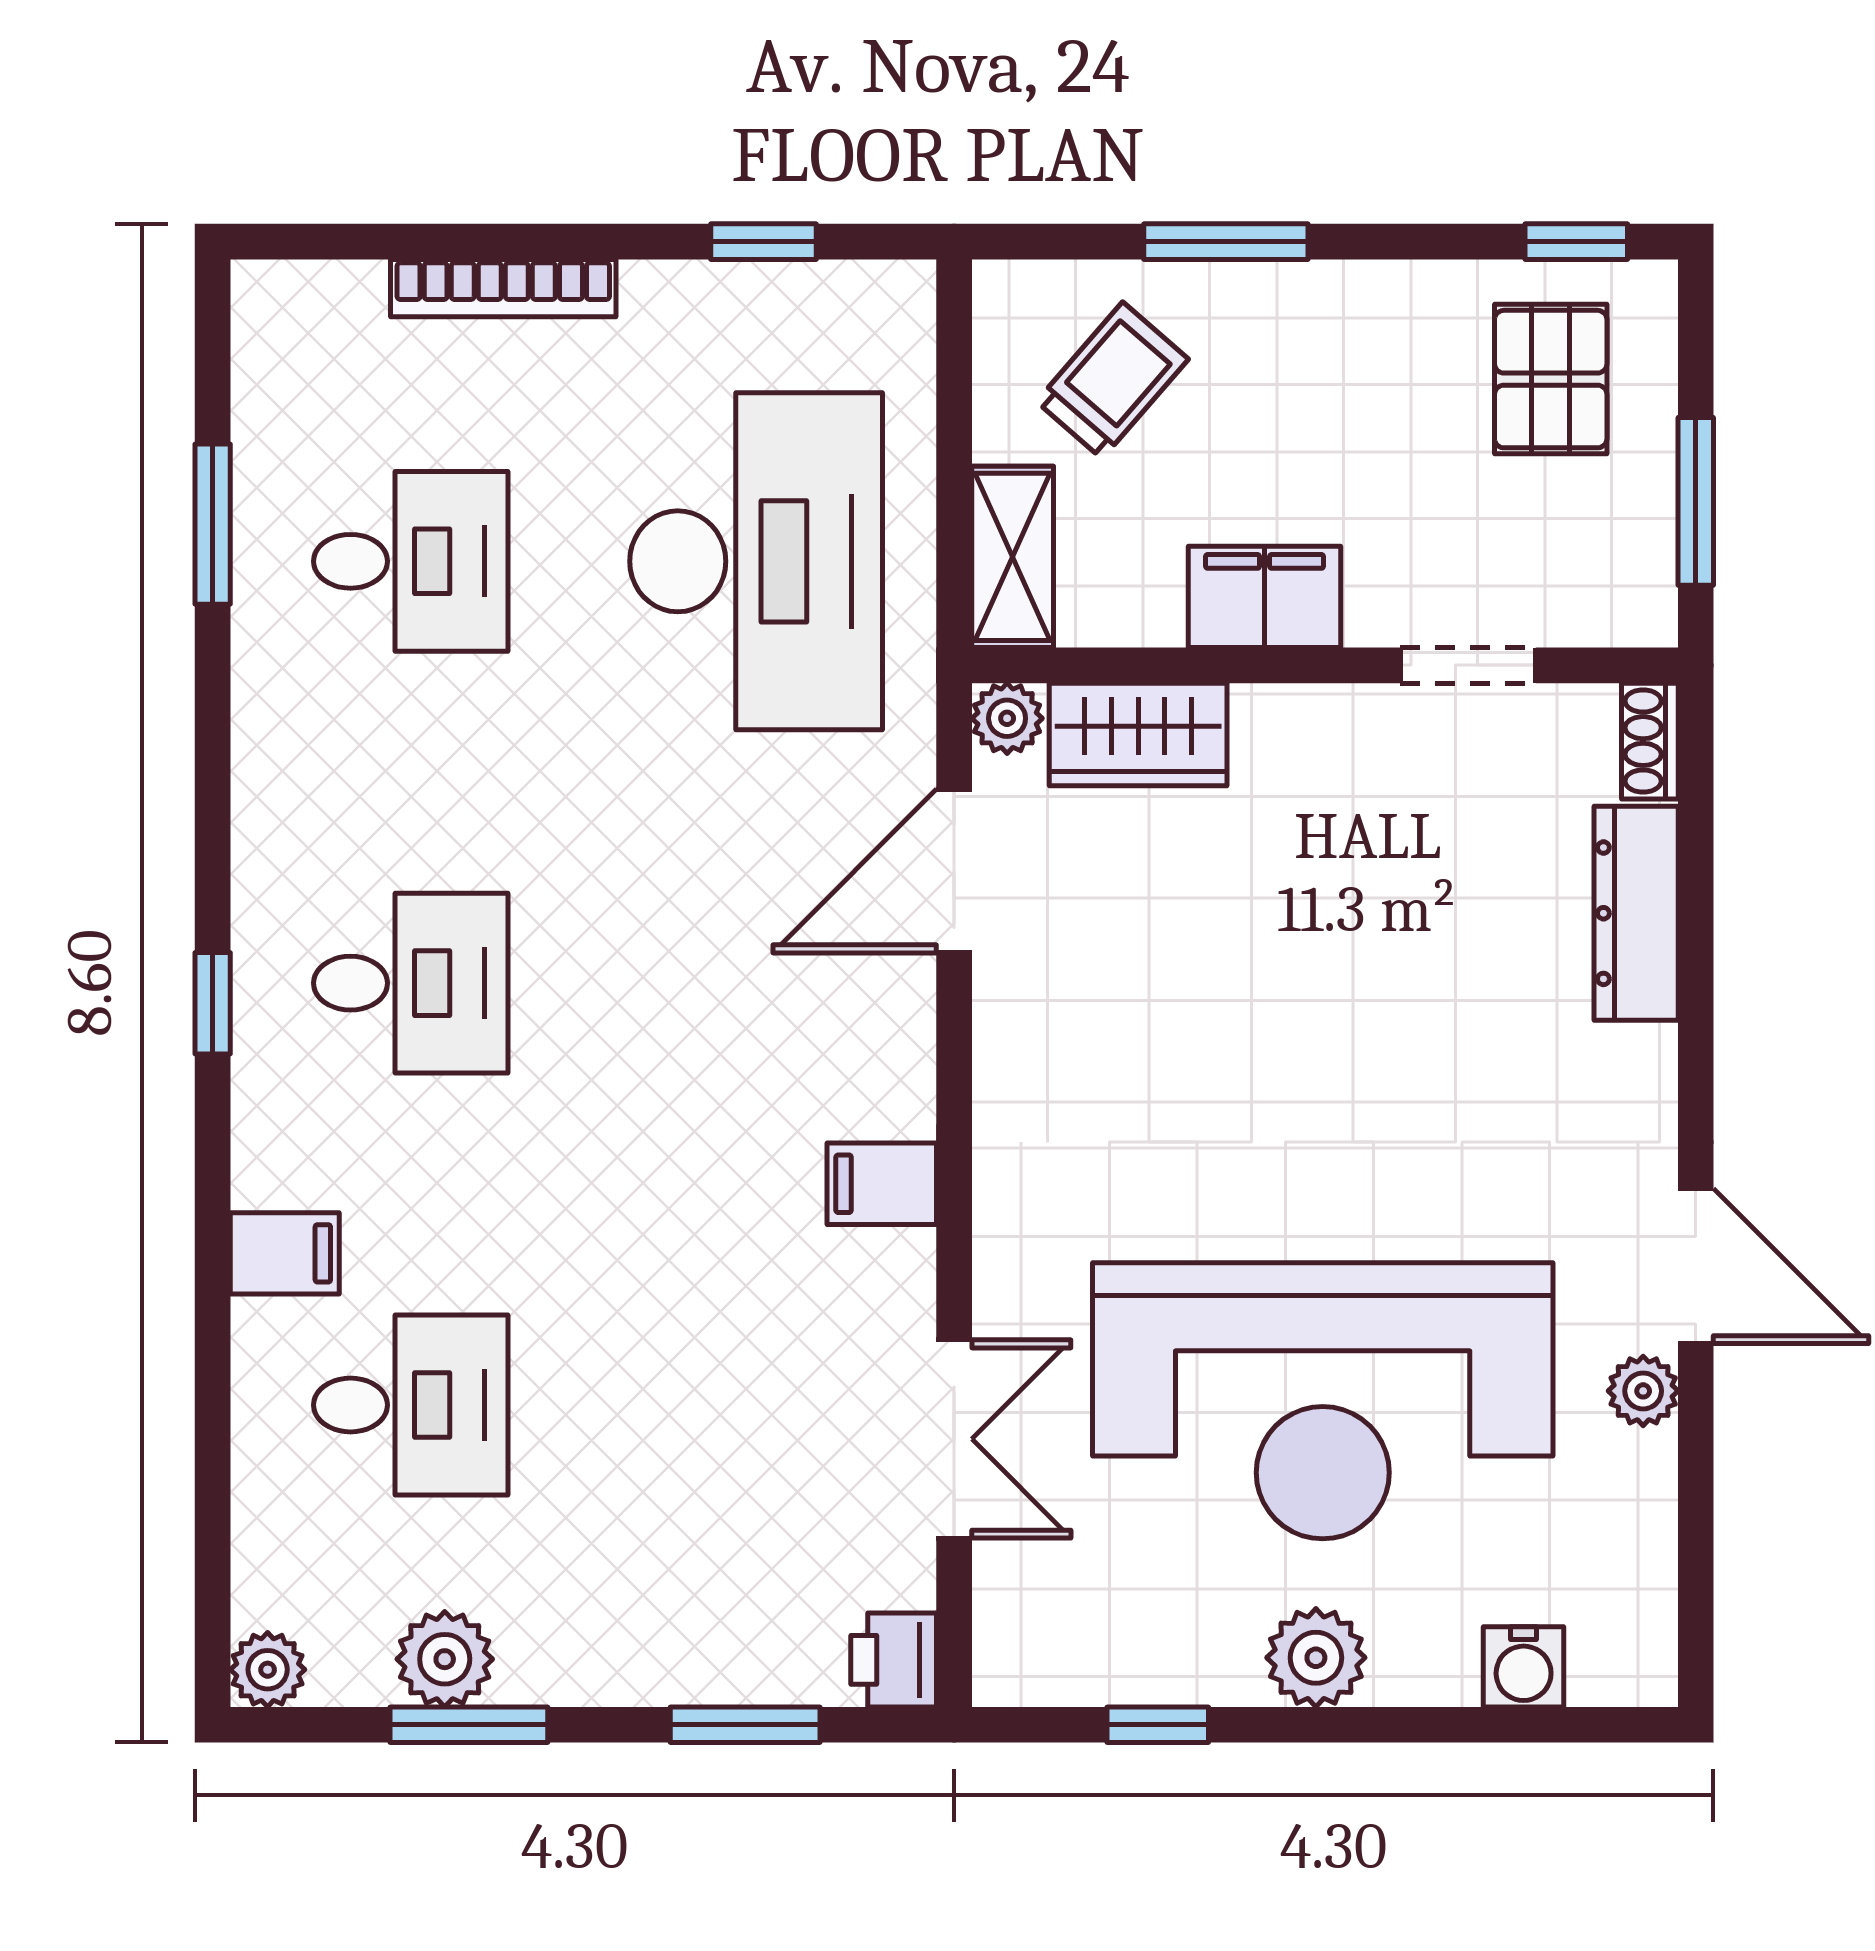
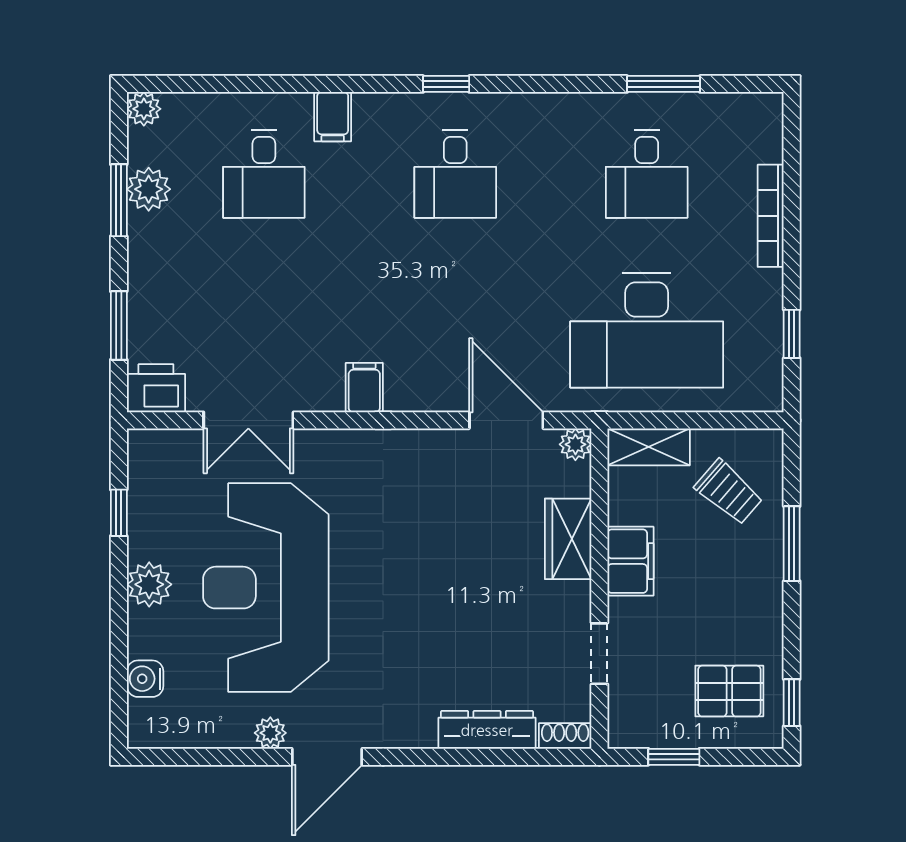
window: (1696, 501) -> (674, 757), width x0.67
wardrobe: (1138, 734) -> (568, 539), moved
printer: (894, 1660) -> (156, 388), width x1.36, depth x1.24

